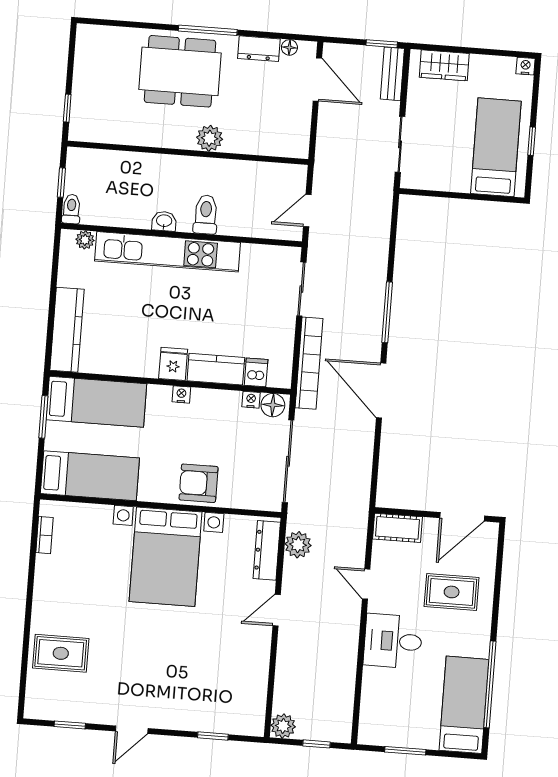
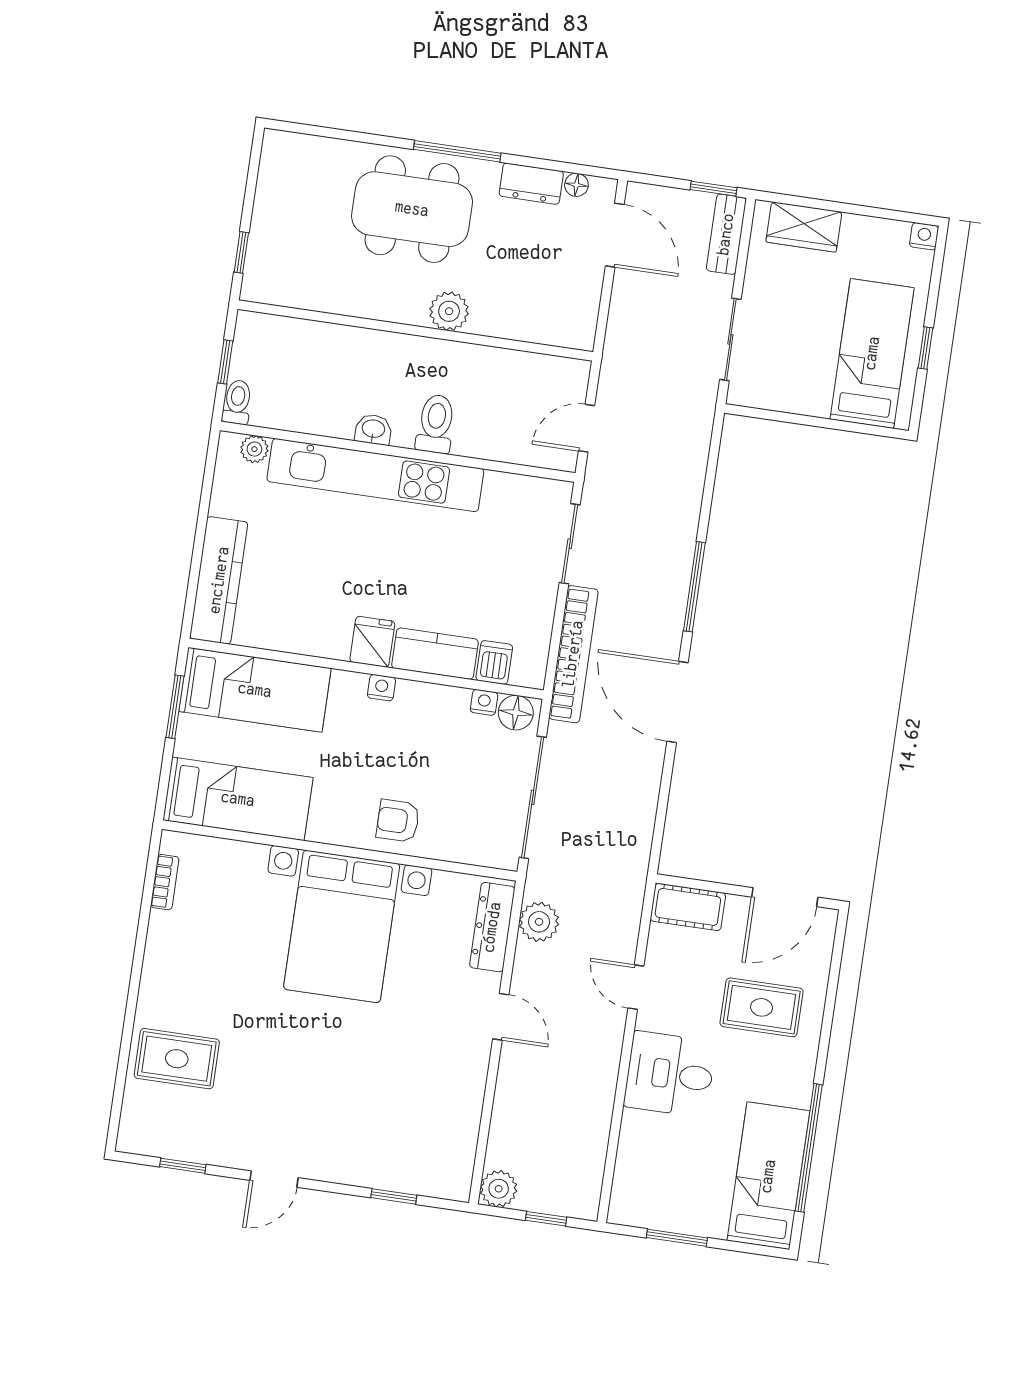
armchair: (199, 483) -> (398, 821), width x0.72, depth x0.72
door: (277, 610) -> (501, 1017), swing flipped

